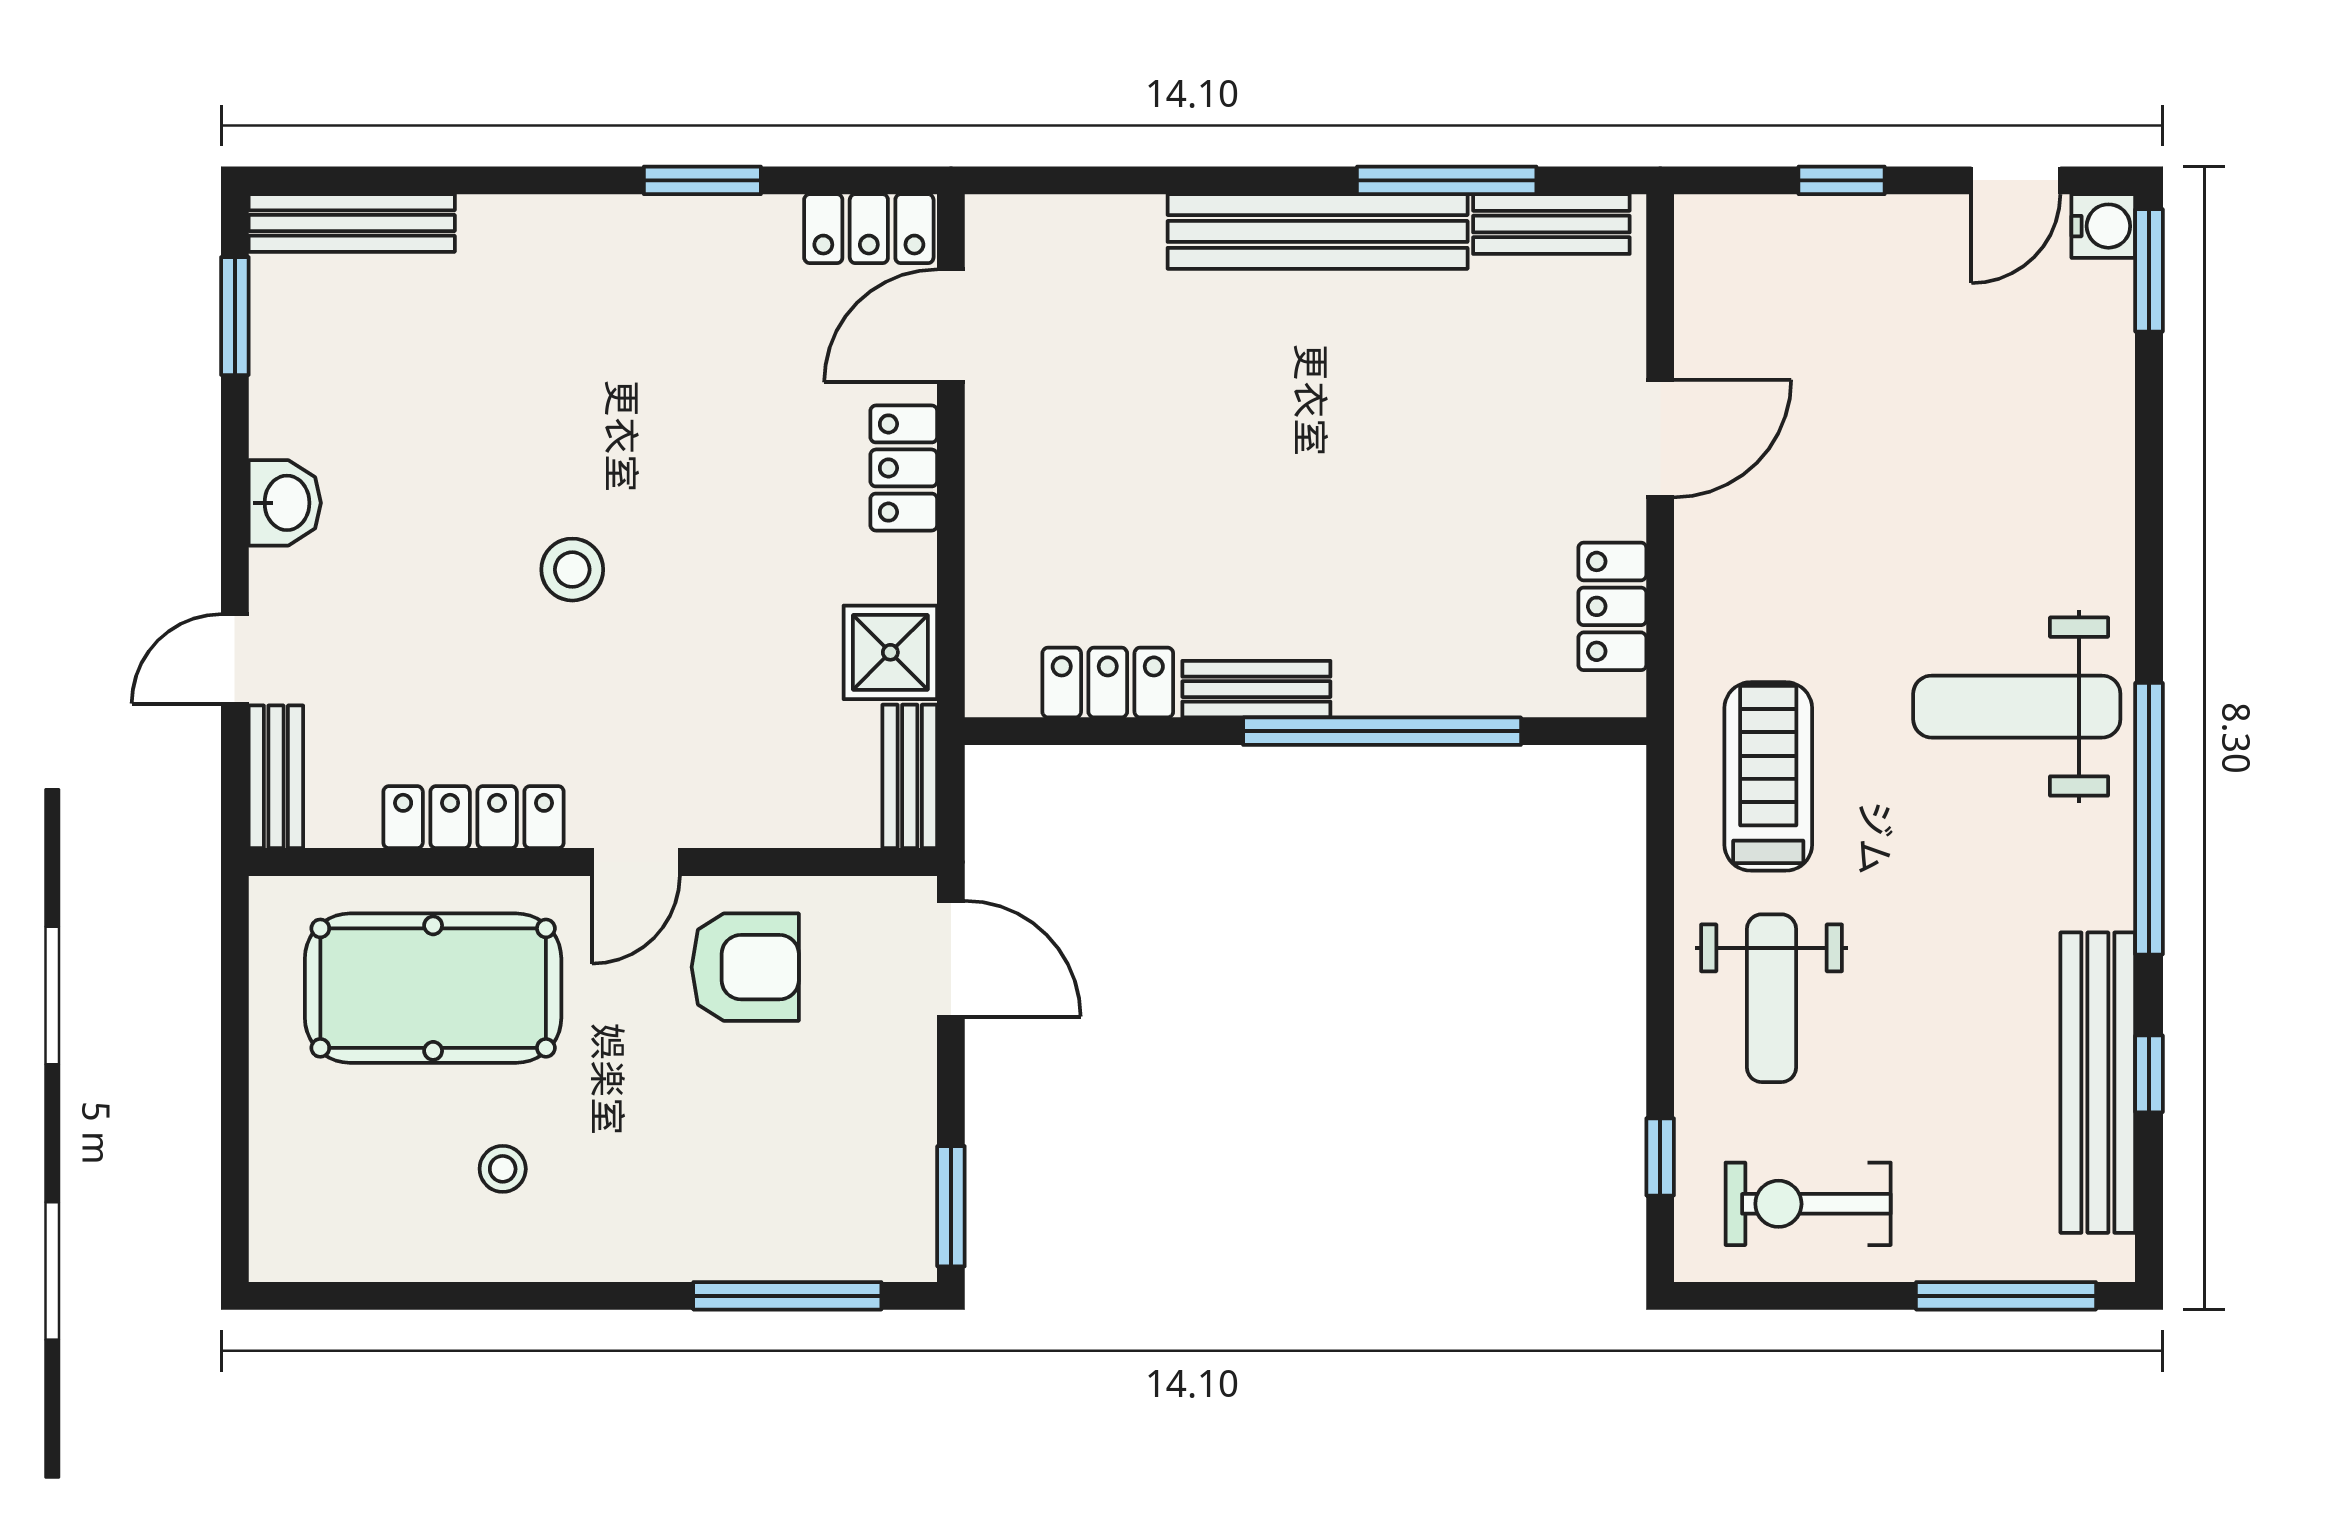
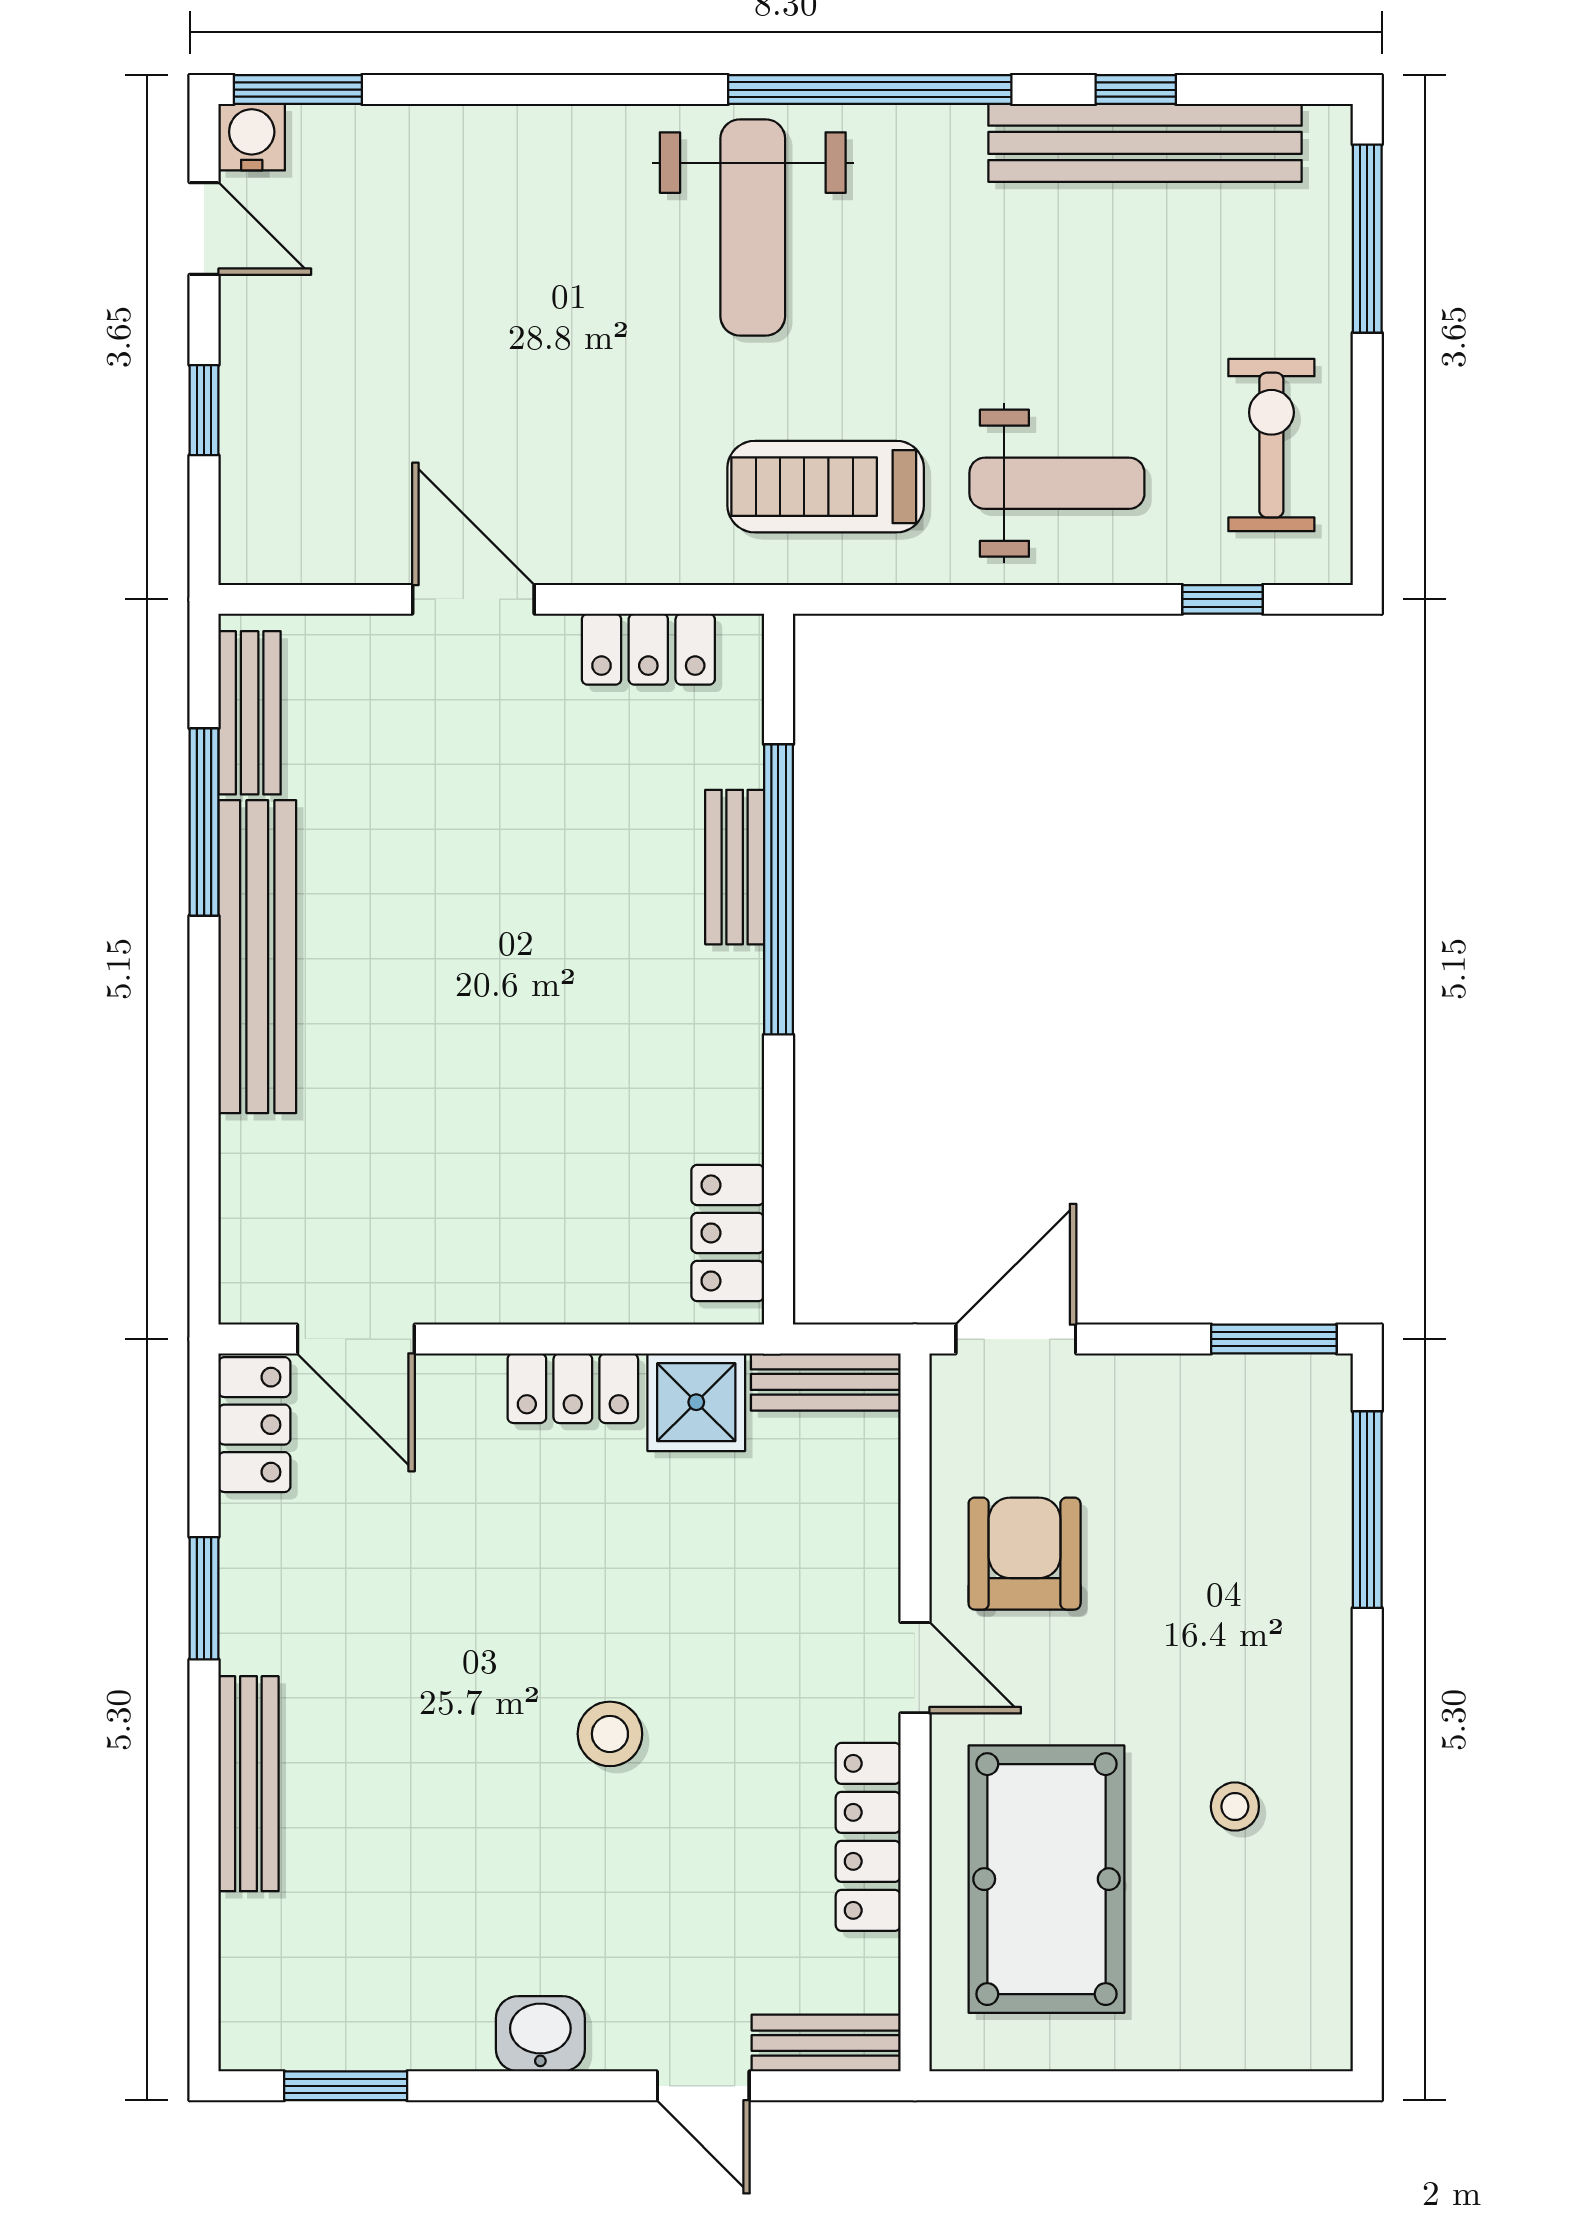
bench: (352, 223) -> (248, 1784), moved
locker: (904, 468) -> (573, 1388), moved
locker: (1108, 683) -> (728, 1233), moved
bench: (1256, 689) -> (735, 867), moved
exercise bike: (1808, 1204) -> (1271, 445), turned 180

